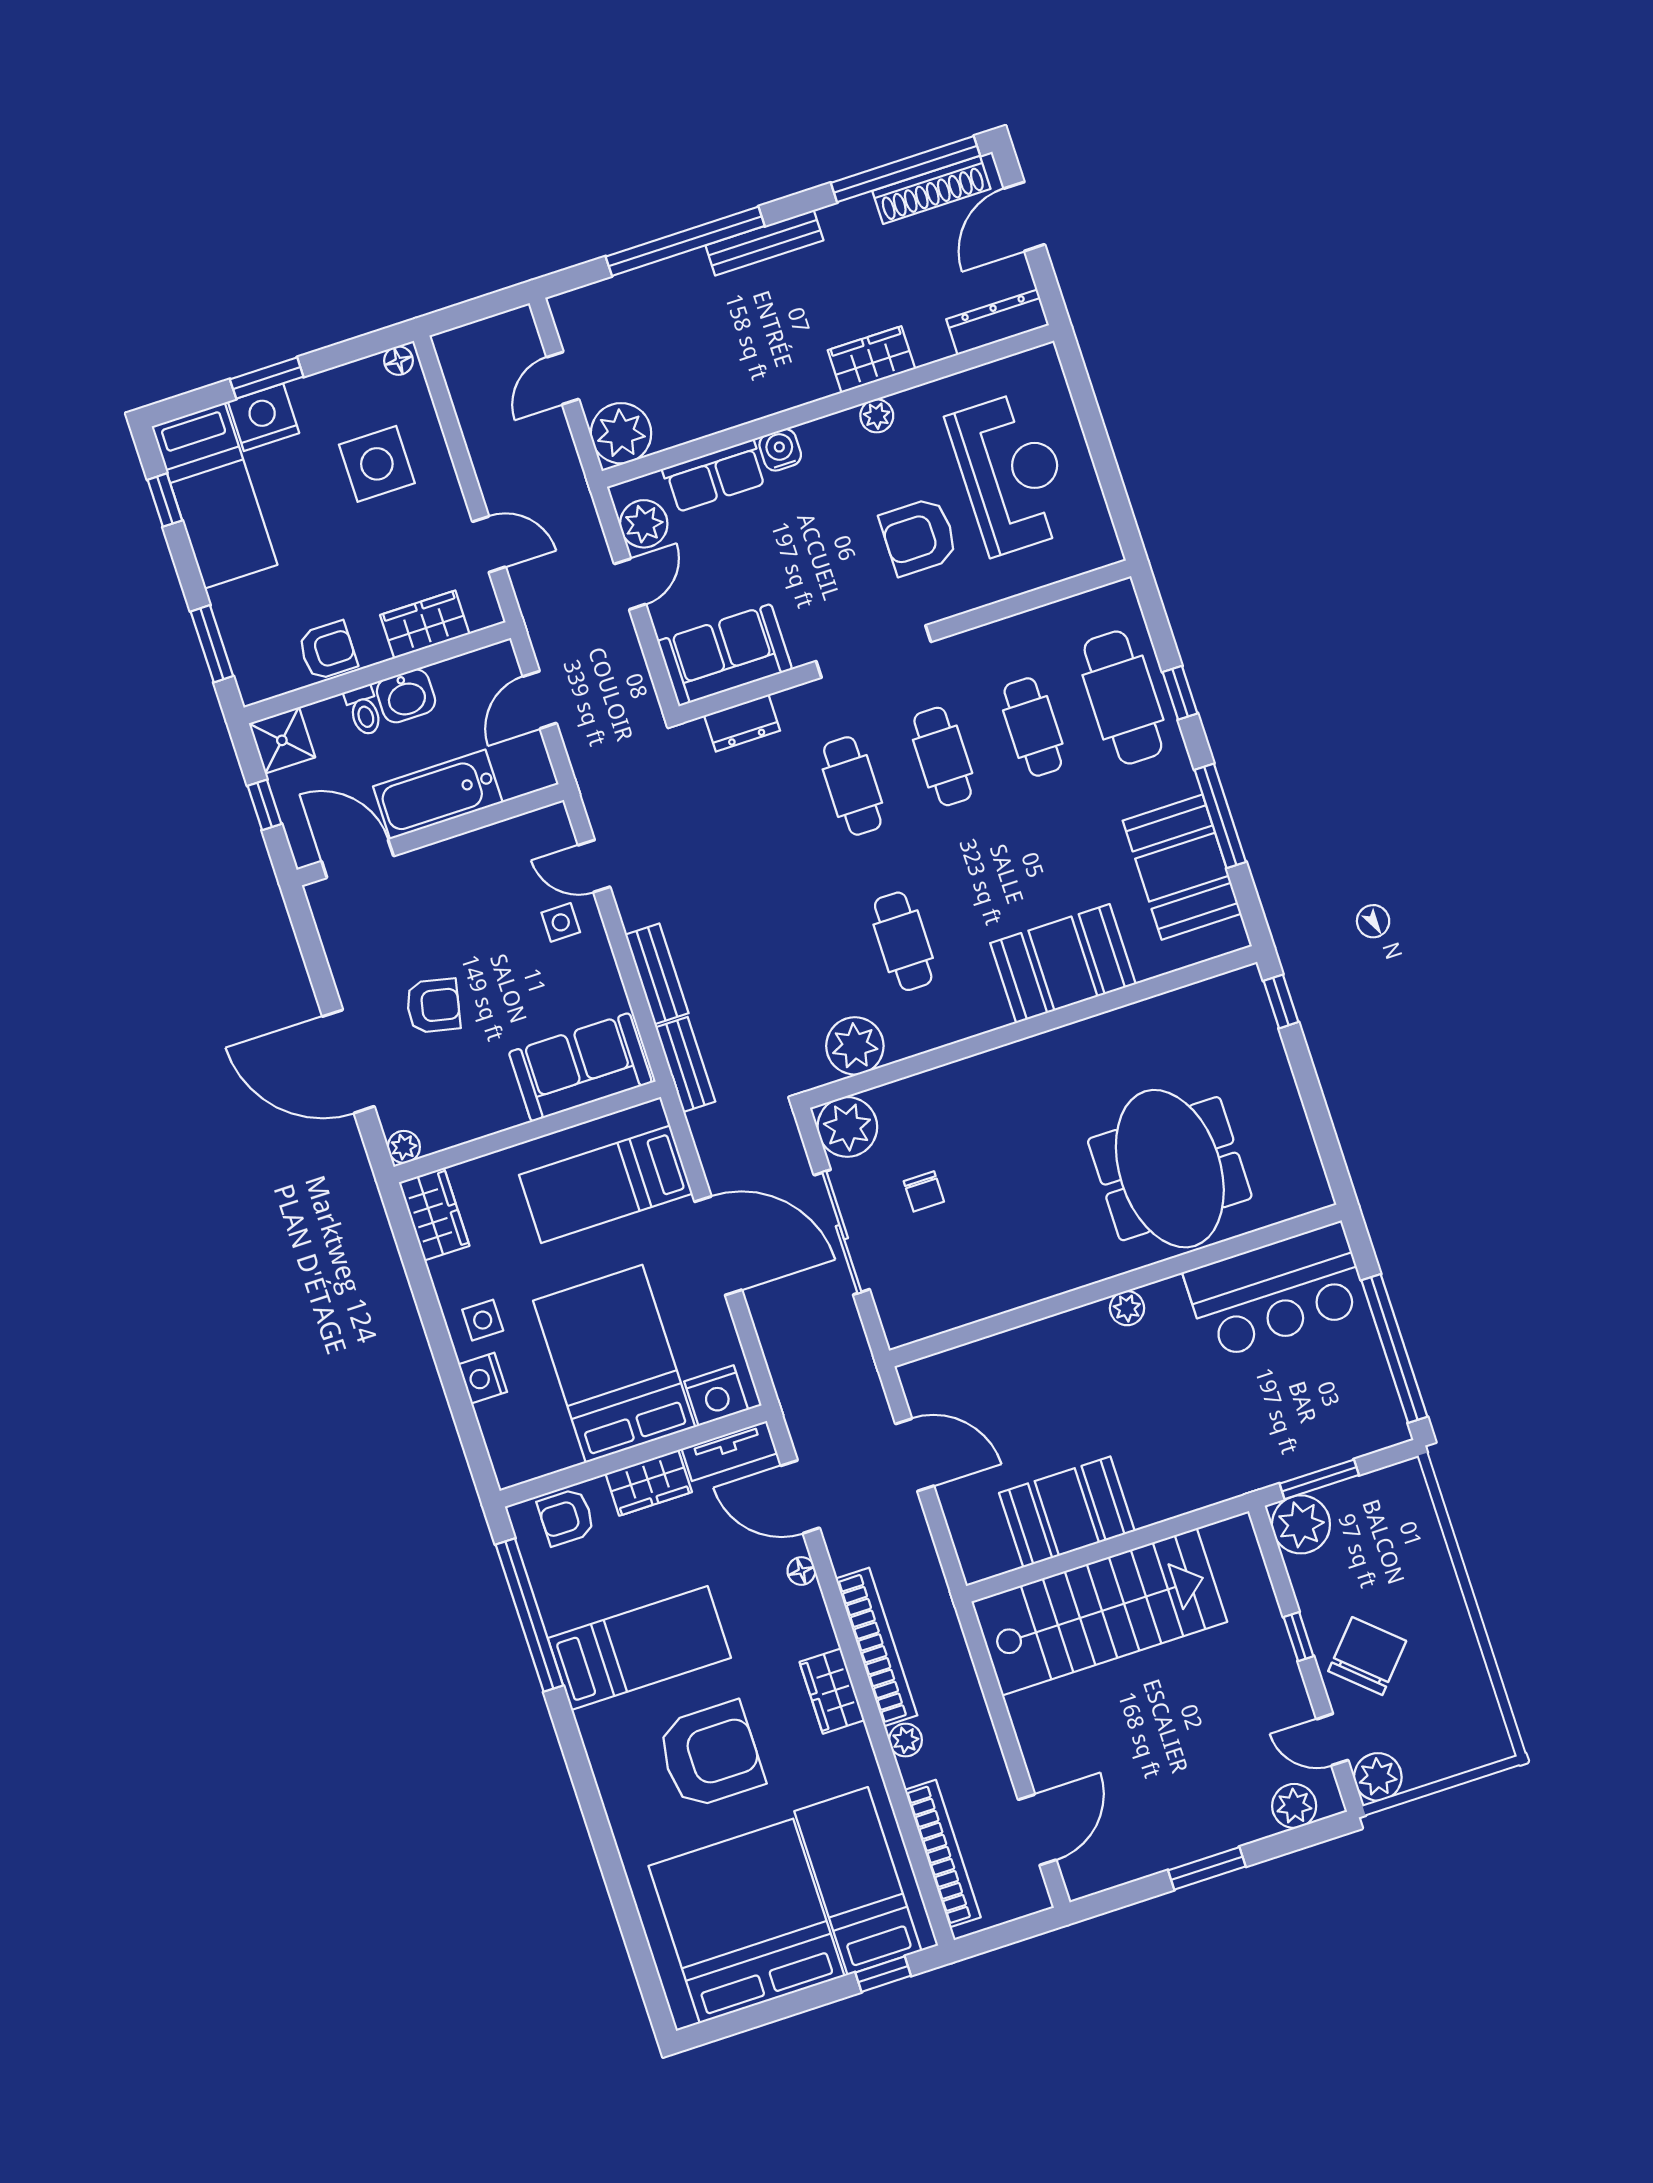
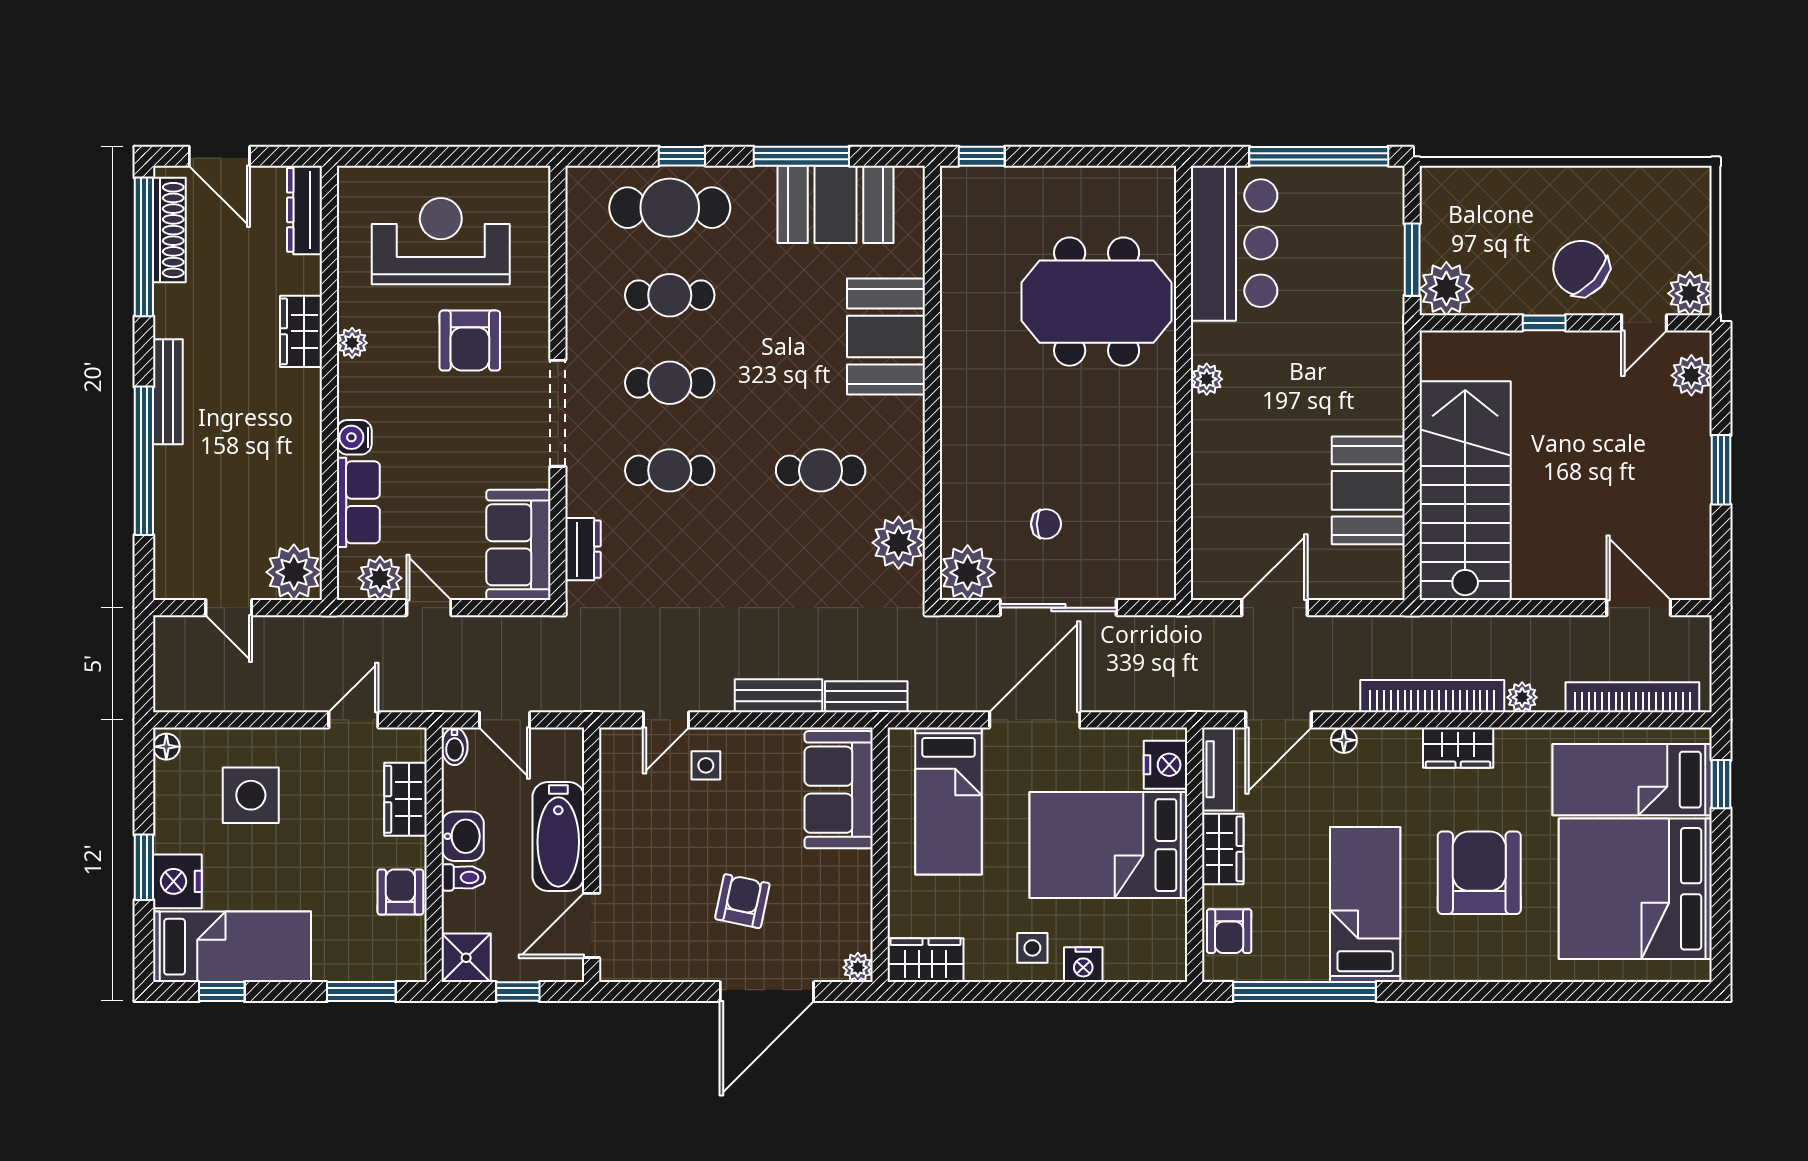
bidet: (496, 657) -> (455, 746), added

